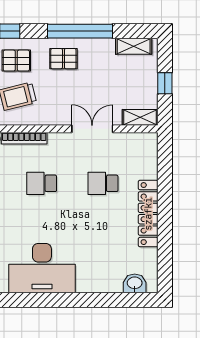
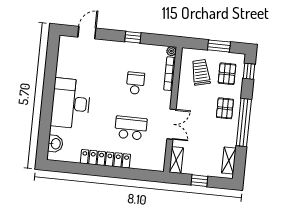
school desk: (103, 183) -> (131, 128), width x1.85
desk: (42, 268) -> (71, 103), moved

